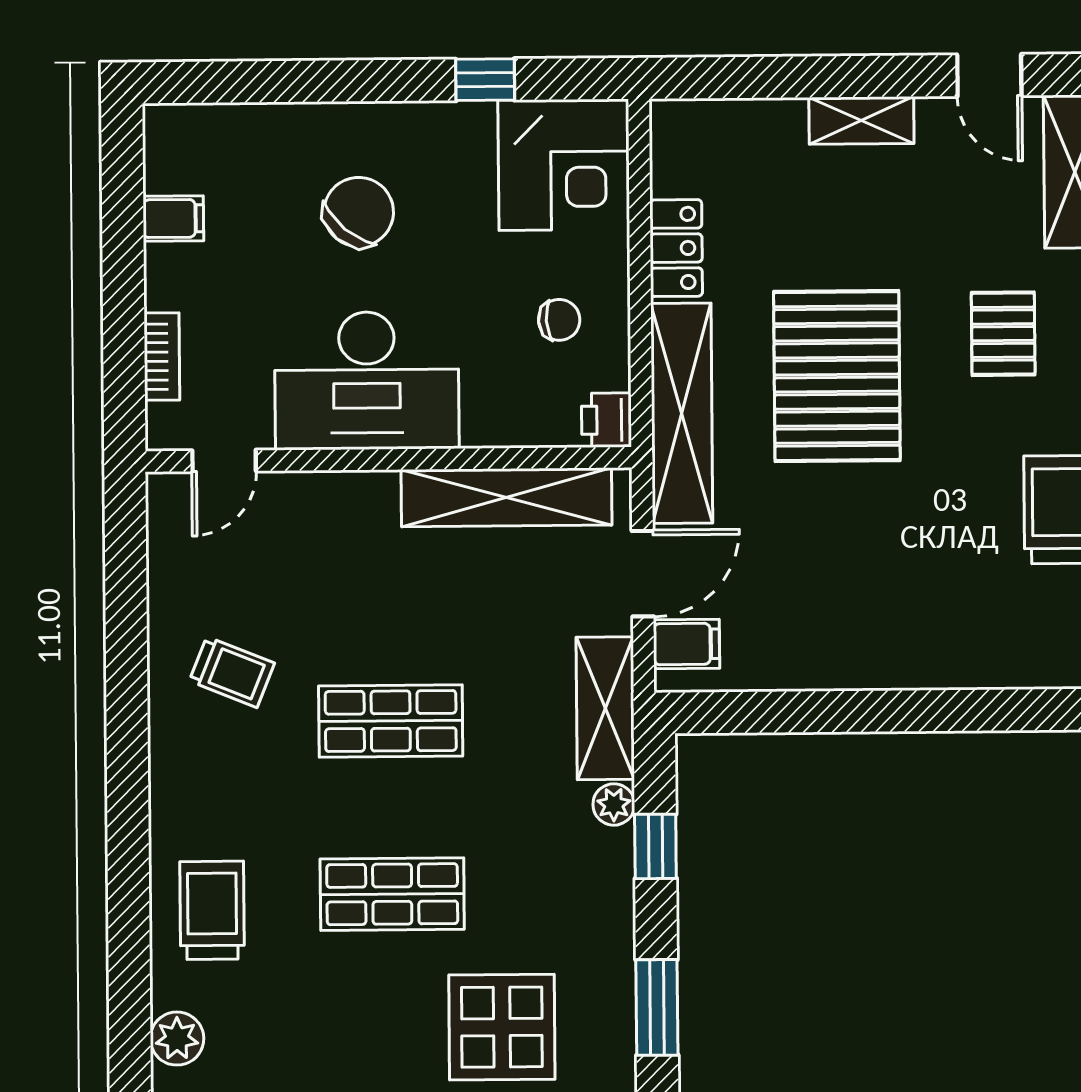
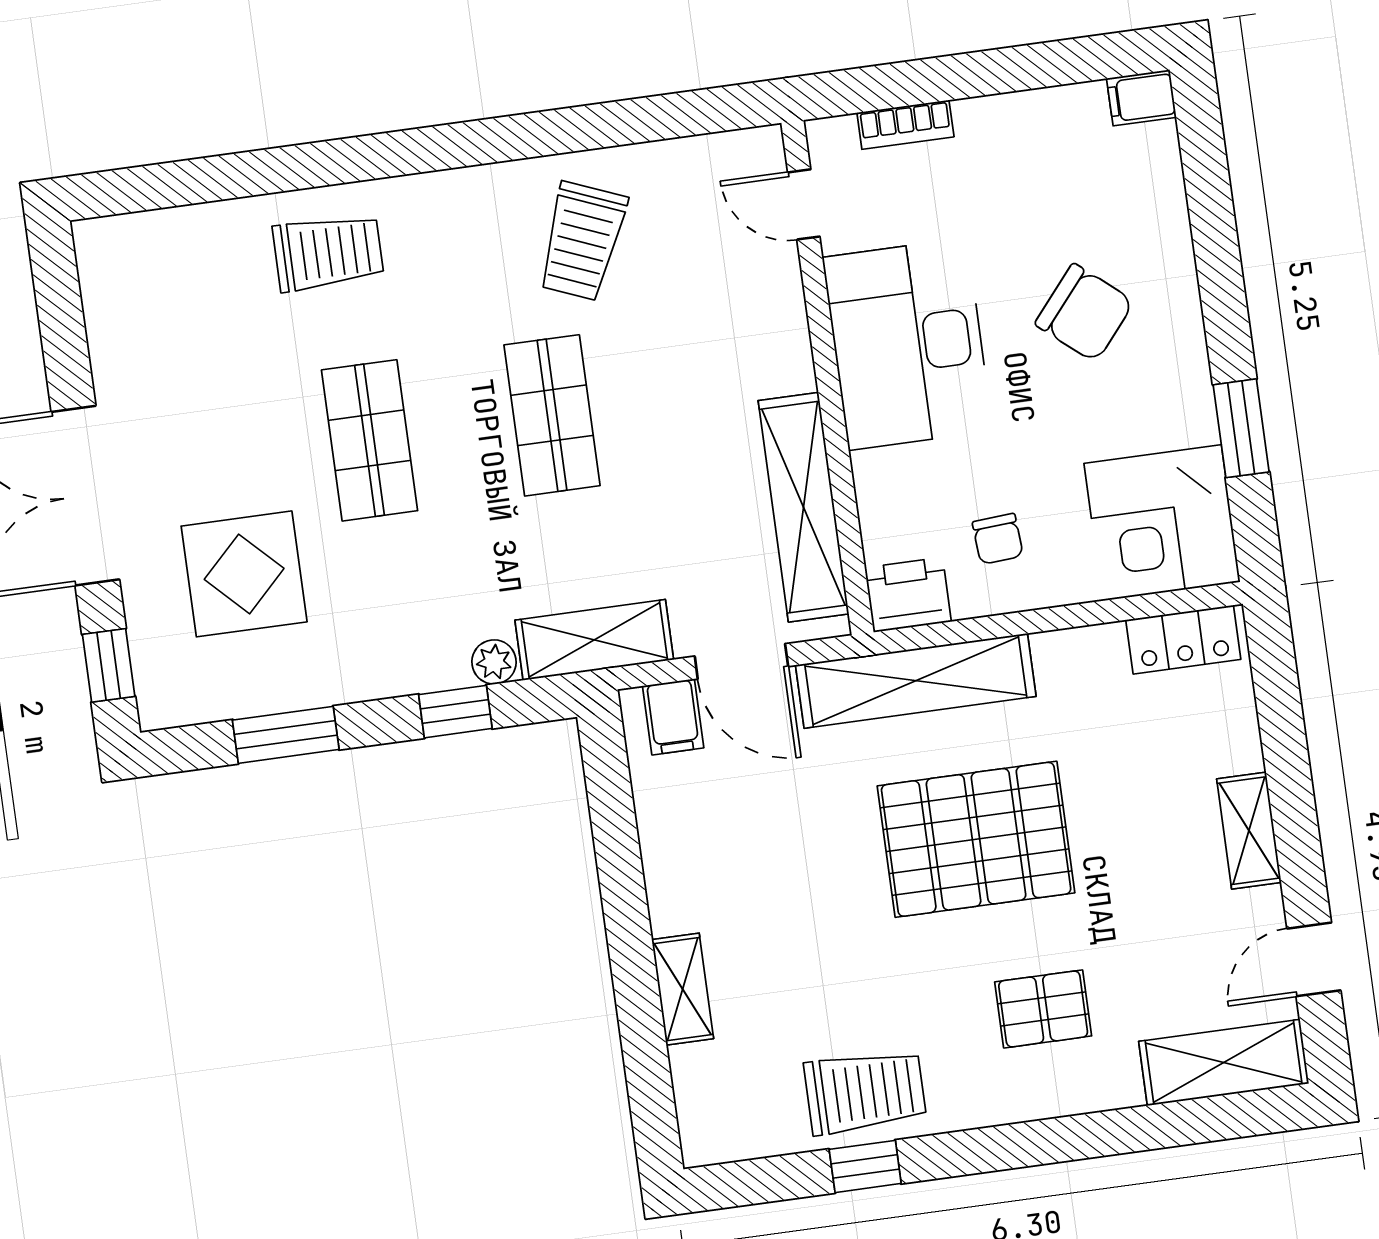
window: (485, 80) -> (1241, 428), width x1.50
filing cabinet: (173, 219) -> (1141, 98), moved, turned 90
locker: (676, 248) -> (1183, 640), moved
printer: (607, 420) -> (908, 595), width x1.36, depth x1.24
shelving: (942, 668) -> (683, 989), added
trolley: (232, 672) -> (582, 241), width x1.36, depth x1.39
plant: (177, 1039) -> (188, 233), removed

